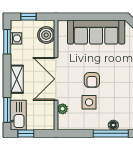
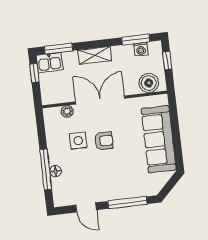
armchair: (92, 80) -> (104, 141), turned 180
kitchen sink: (18, 115) -> (50, 63), width x0.73

